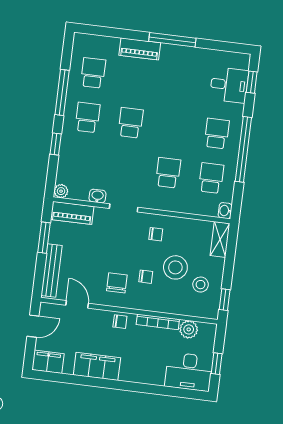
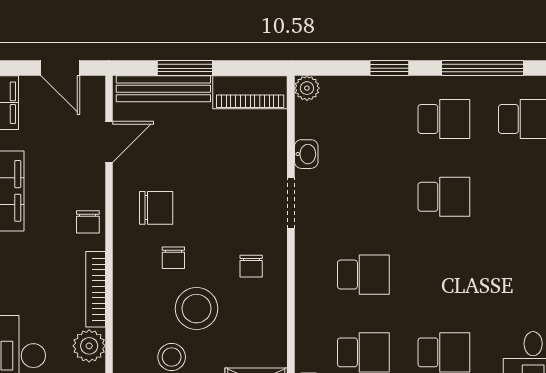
piano: (72, 213) -> (250, 92), moved, turned -90
window: (44, 238) -> (185, 68), moved

